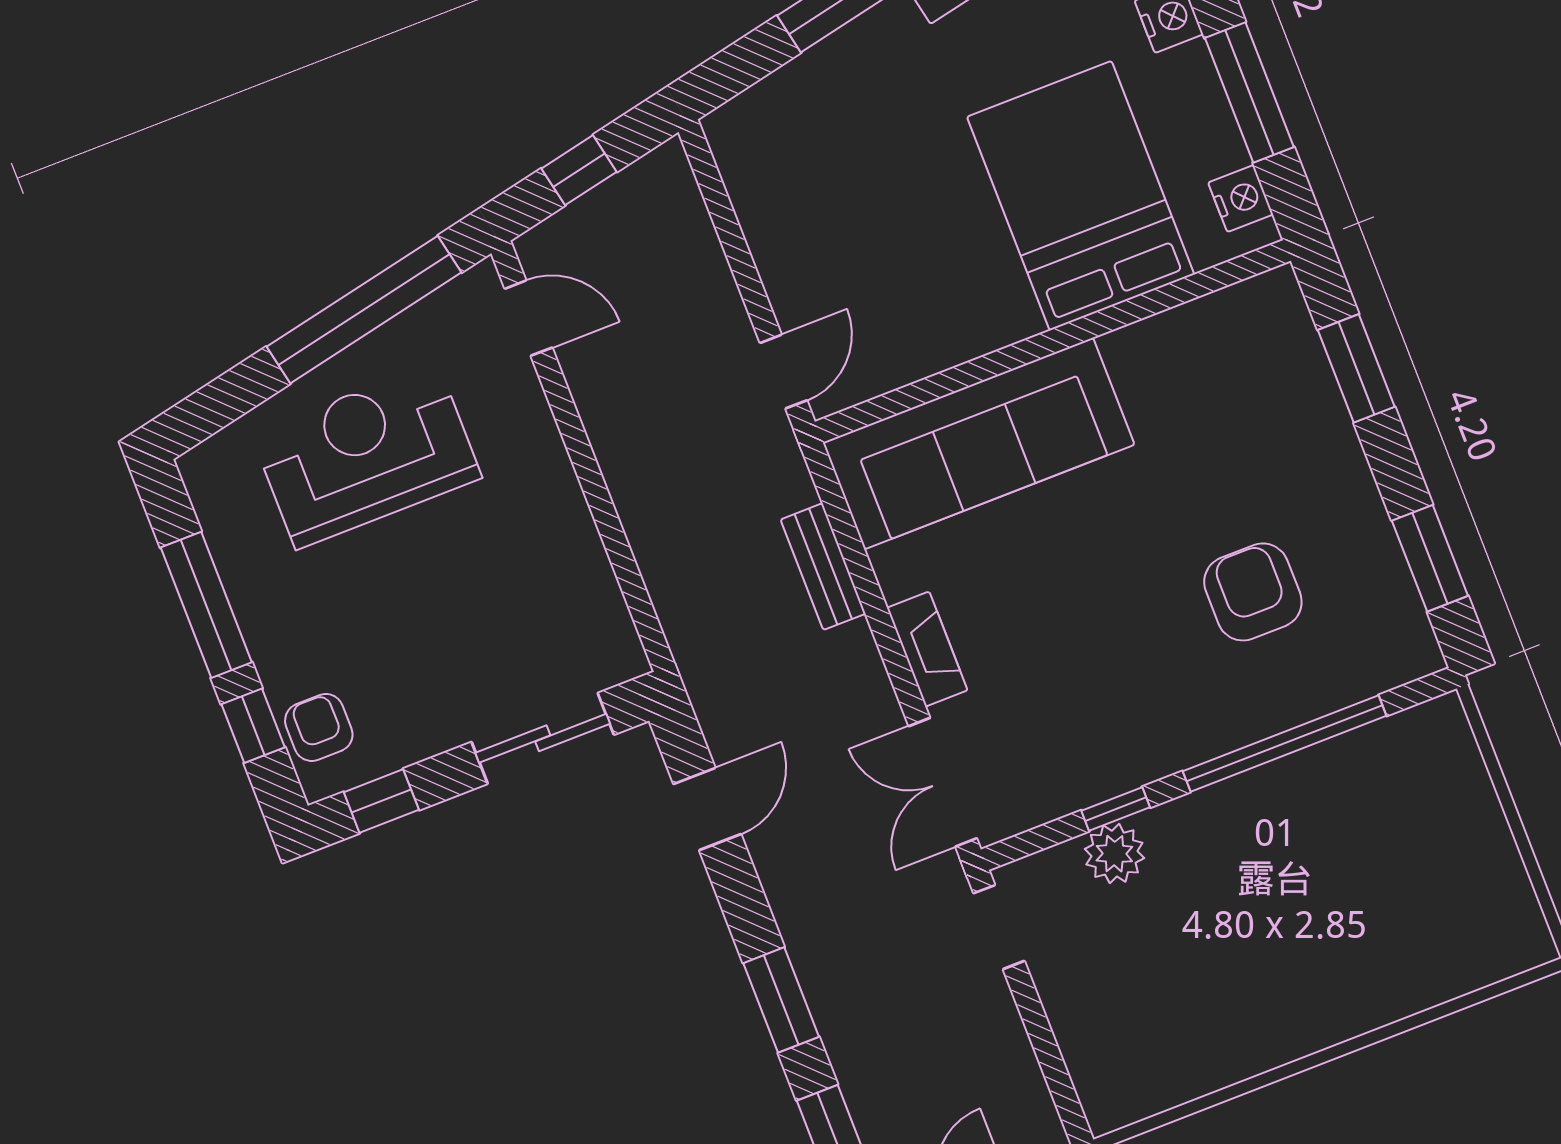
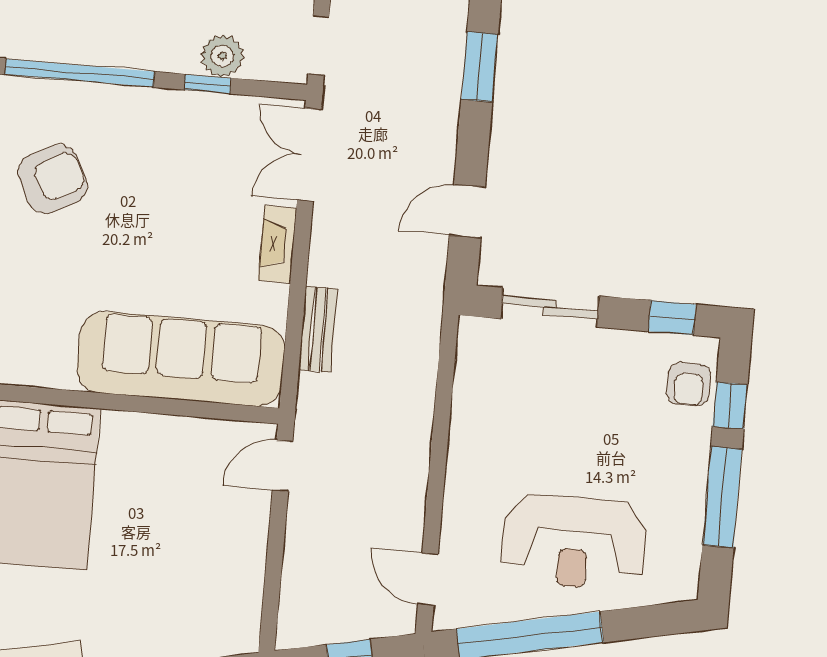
armchair: (1253, 592) -> (53, 179), turned -117
double door: (943, 782) -> (309, 155), swing flipped

